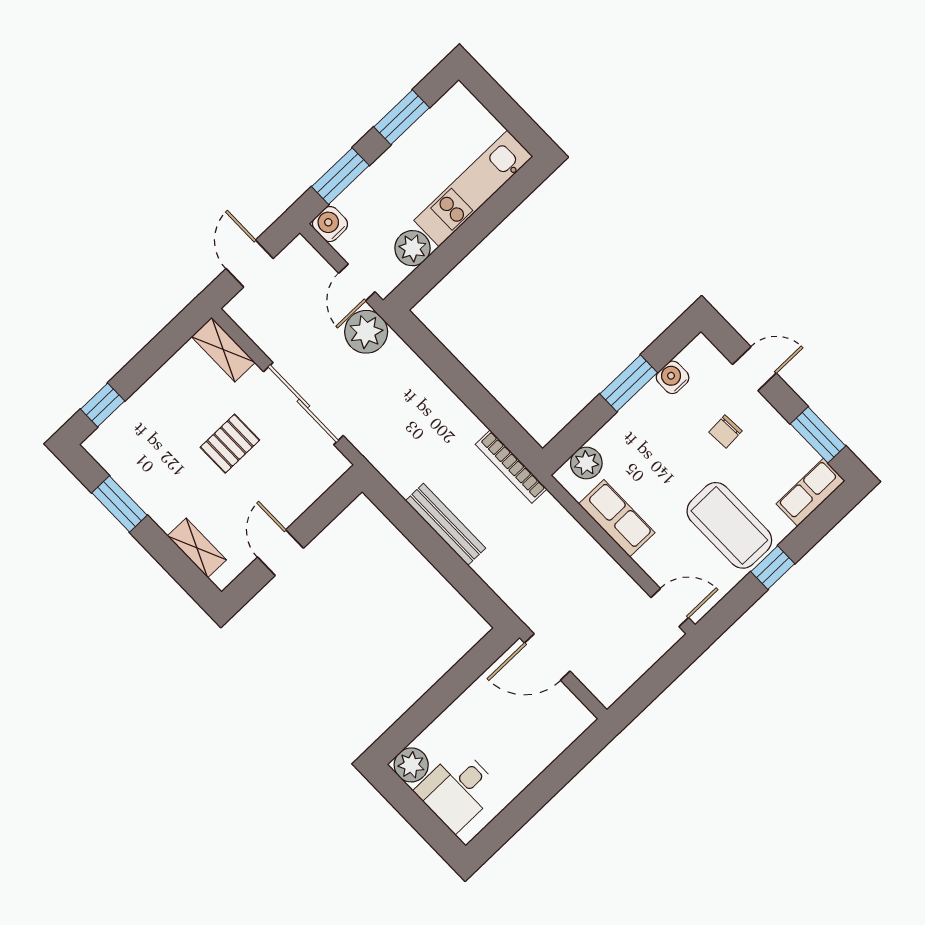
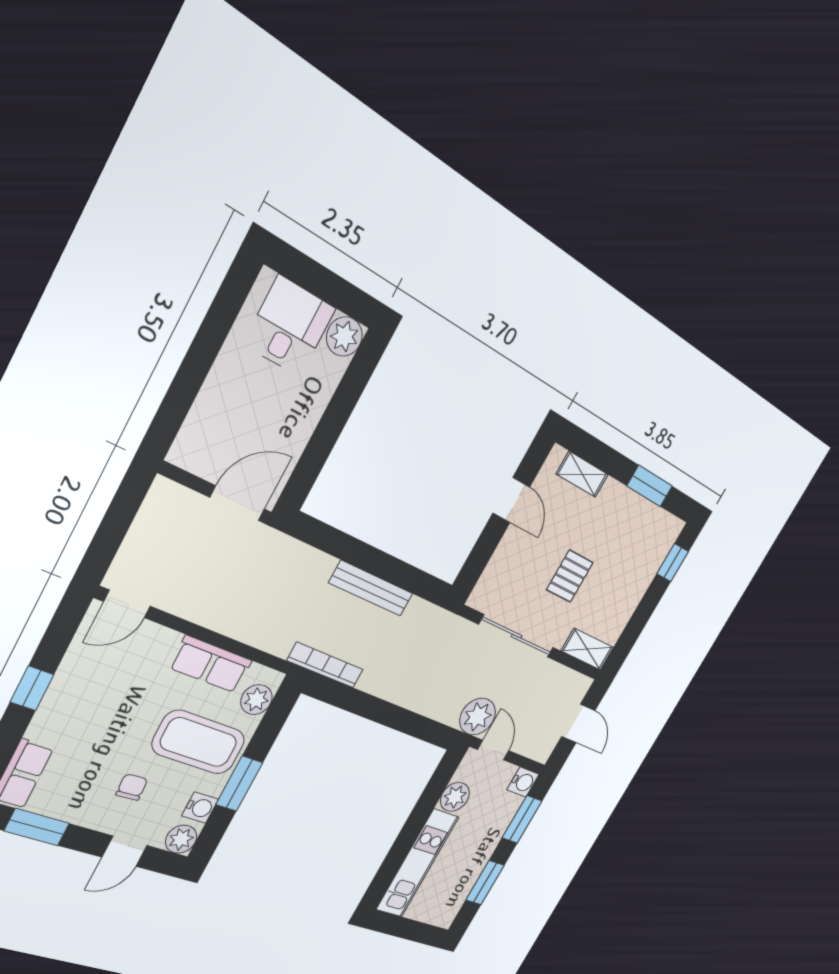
plant: (700, 353) -> (181, 839), added
coffee table: (729, 525) -> (199, 742), moved

